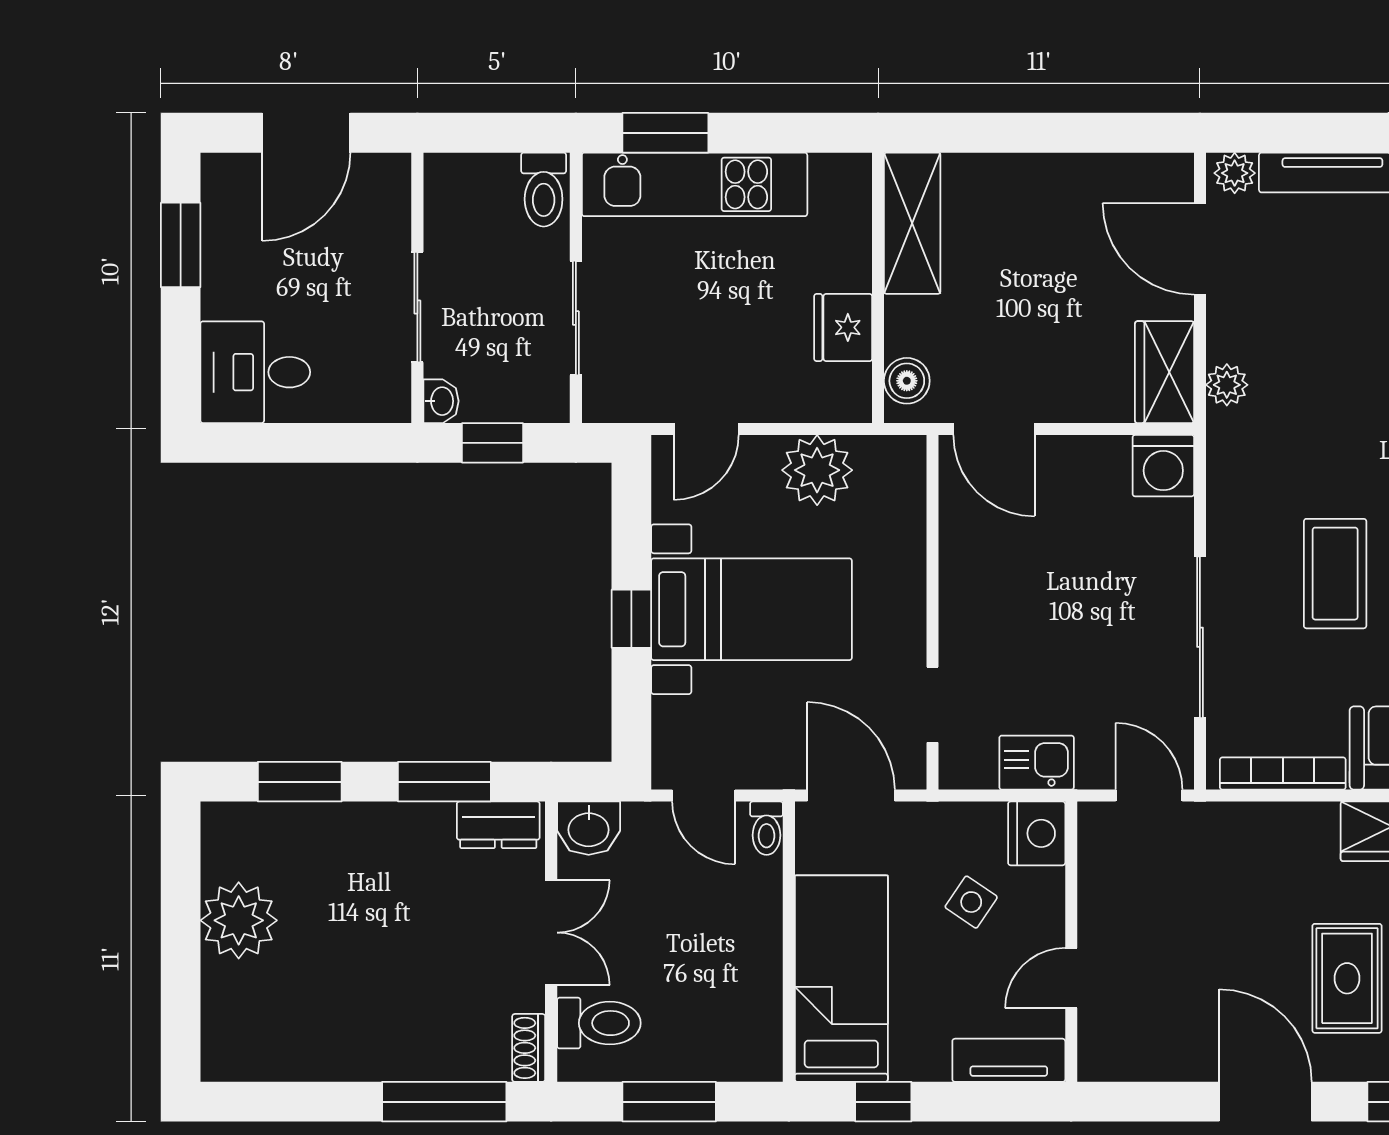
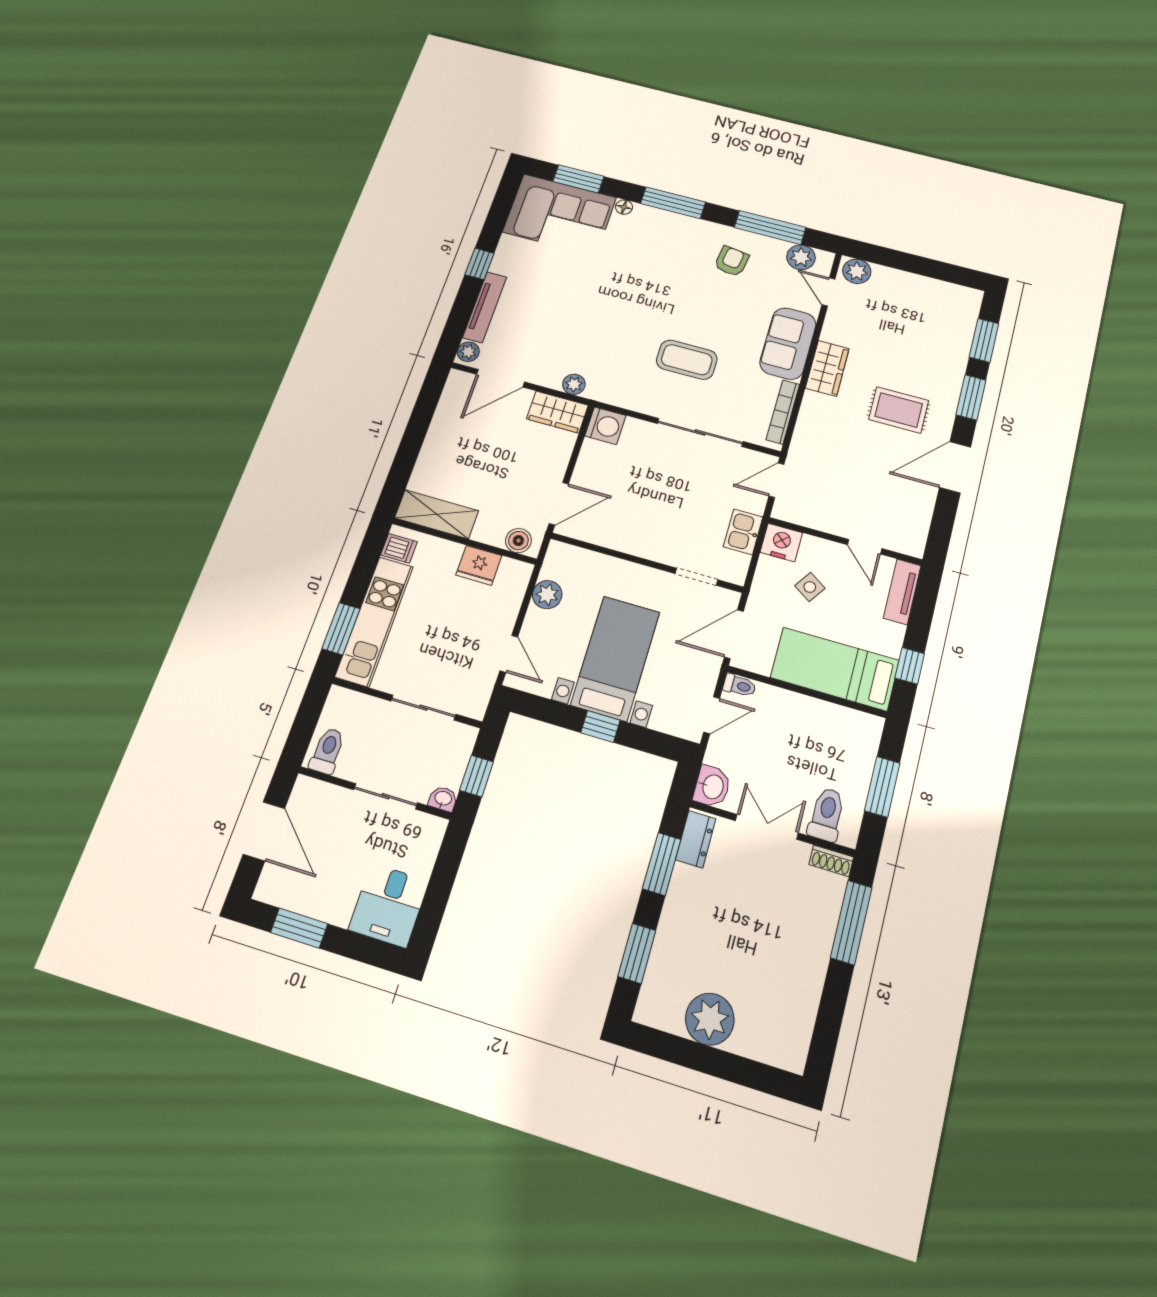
dishwasher: (833, 180) -> (399, 548), added
toilet: (544, 190) -> (327, 751), moved, turned -90
plant: (817, 470) -> (547, 595), width x0.73, depth x0.73

